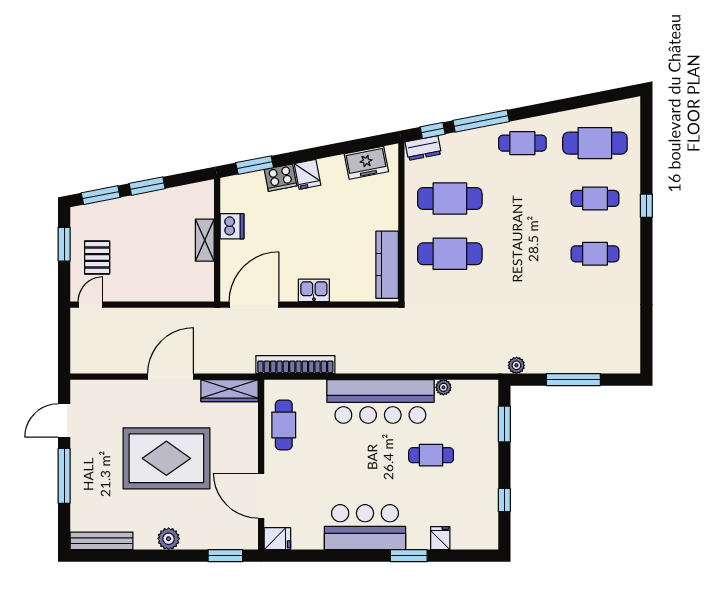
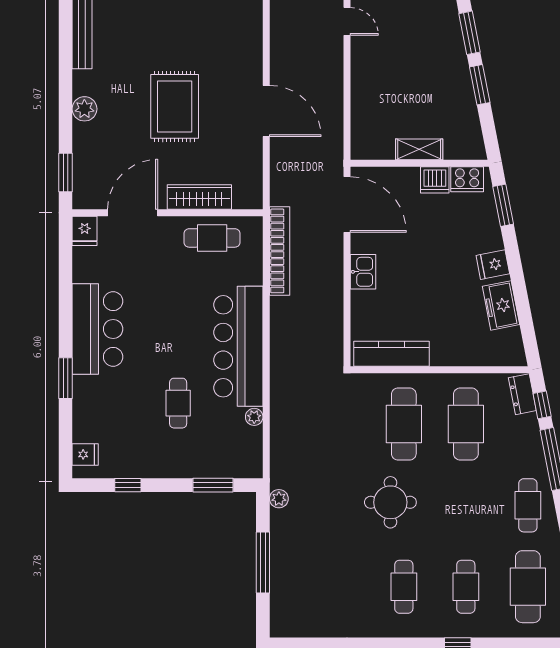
freezer: (366, 163) -> (501, 305), moved
cooker: (280, 178) -> (467, 179), moved, turned -79
pallet: (97, 258) -> (400, 29), removed
round table: (520, 266) -> (390, 502), added
wardrobe: (230, 391) -> (199, 197), moved, turned 90
rug: (166, 458) -> (175, 106), width x0.73, depth x0.69
fridge: (440, 538) -> (85, 454), moved

